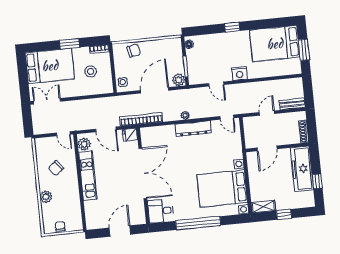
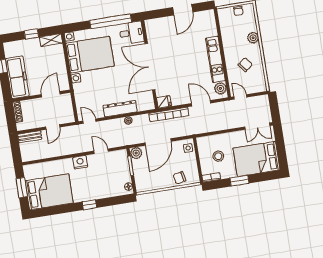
fridge: (130, 135) -> (164, 102), moved
double door: (143, 173) -> (150, 67), moved
wall: (143, 176) -> (150, 65), moved
desk: (161, 211) -> (131, 33), moved

